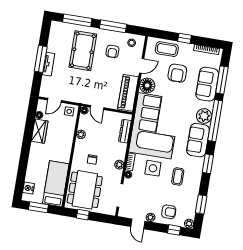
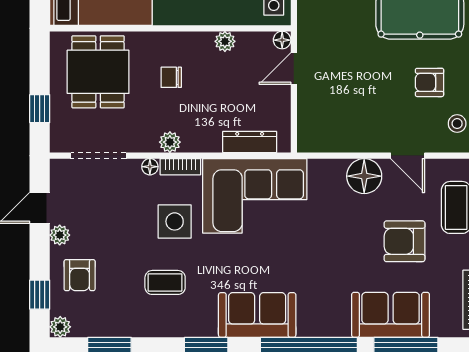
piano: (128, 93) -> (340, 135), removed
plant: (204, 116) -> (315, 320), removed
corner sofa: (155, 126) -> (255, 196), width x0.73, depth x0.74
dining table: (85, 190) -> (98, 72), width x0.73
window: (83, 215) -> (40, 109), moved

